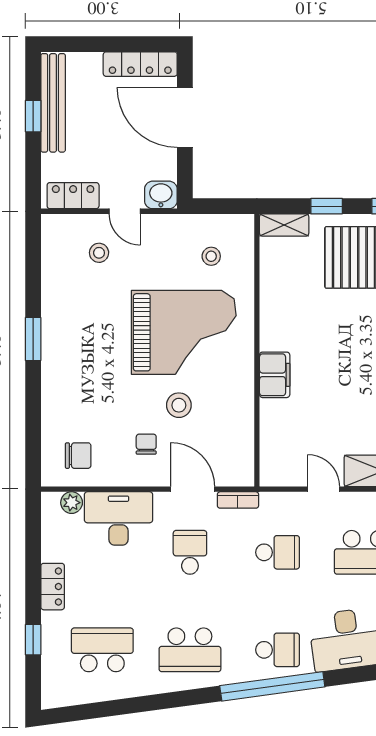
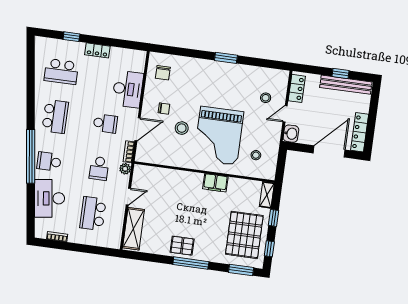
filing cabinet: (275, 375) -> (215, 183), moved
plant: (72, 503) -> (125, 169), moved
school desk: (102, 650) -> (61, 72), turned 90
school desk: (190, 650) -> (55, 117), turned 180
school desk: (278, 650) -> (49, 162), turned 90

